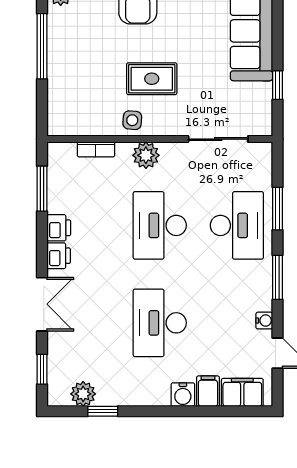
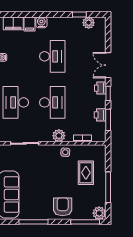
rug: (152, 79) -> (86, 173), moved, turned 90
printer: (59, 228) -> (100, 115), moved
window: (42, 369) -> (108, 93), moved

